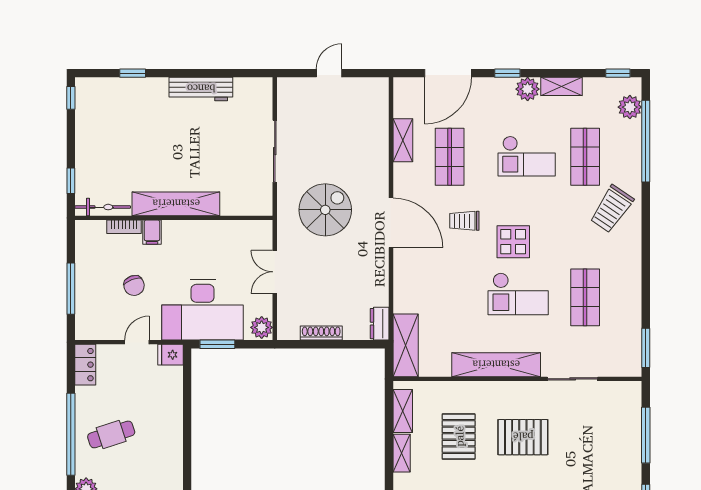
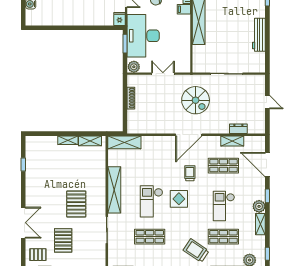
dresser: (380, 324) -> (238, 129), moved
pallet: (459, 436) -> (63, 240), moved, turned 90

